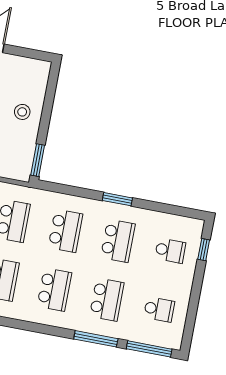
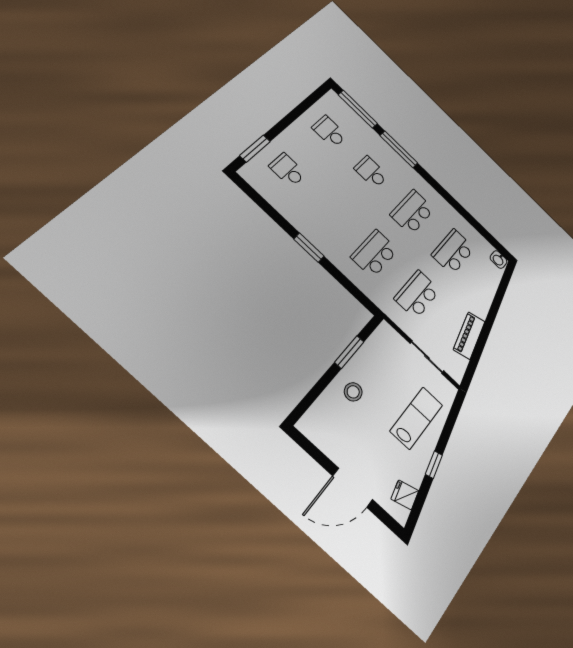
window: (38, 160) -> (349, 352), moved
school desk: (118, 241) -> (331, 212), removed
window: (204, 250) -> (255, 149), width x1.50
school desk: (107, 299) -> (371, 172), width x0.54

